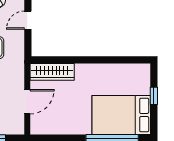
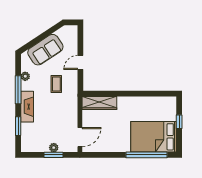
door: (27, 102) -> (80, 137), moved

